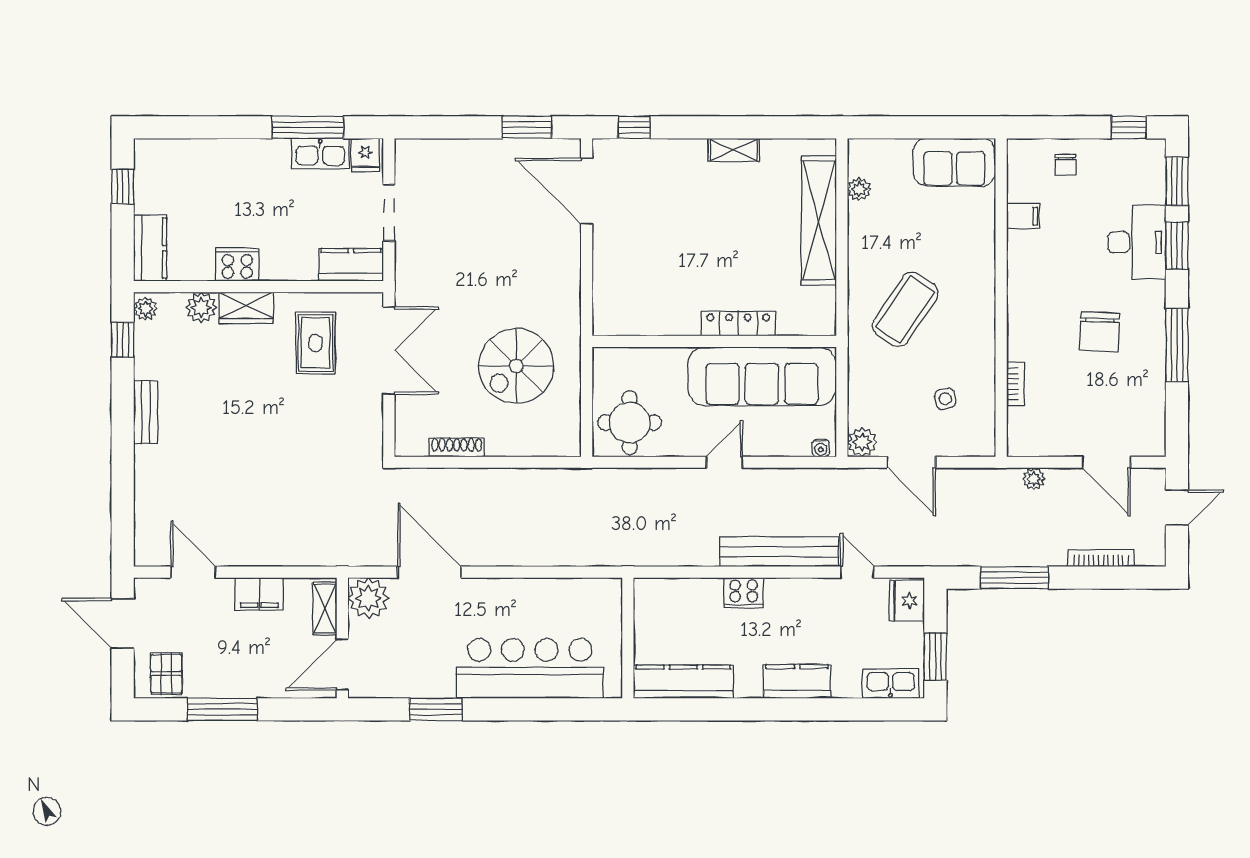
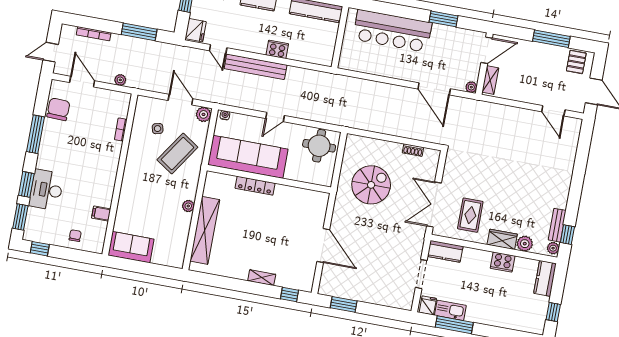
shelving: (734, 150) -> (262, 278), moved
plant: (859, 189) -> (188, 206), moved
door: (587, 191) -> (323, 246), moved
coffee table: (905, 309) -> (177, 154), moved
chair: (1100, 332) -> (58, 109), moved
bench: (146, 412) -> (557, 225), moved
shoe rack: (457, 447) -> (413, 150), width x0.70
filing cabinet: (259, 594) -> (522, 94), removed
plant: (368, 598) -> (471, 87), width x0.53, depth x0.53

